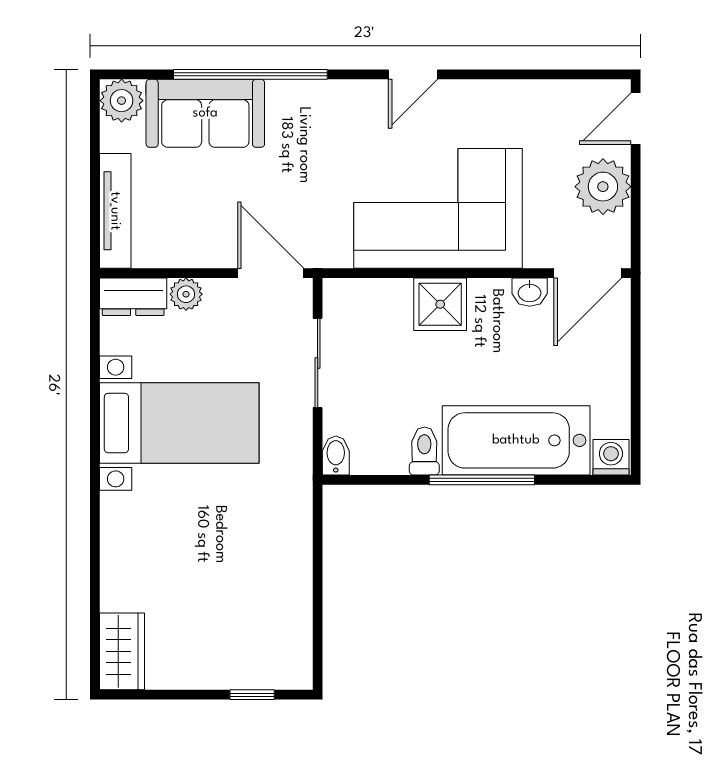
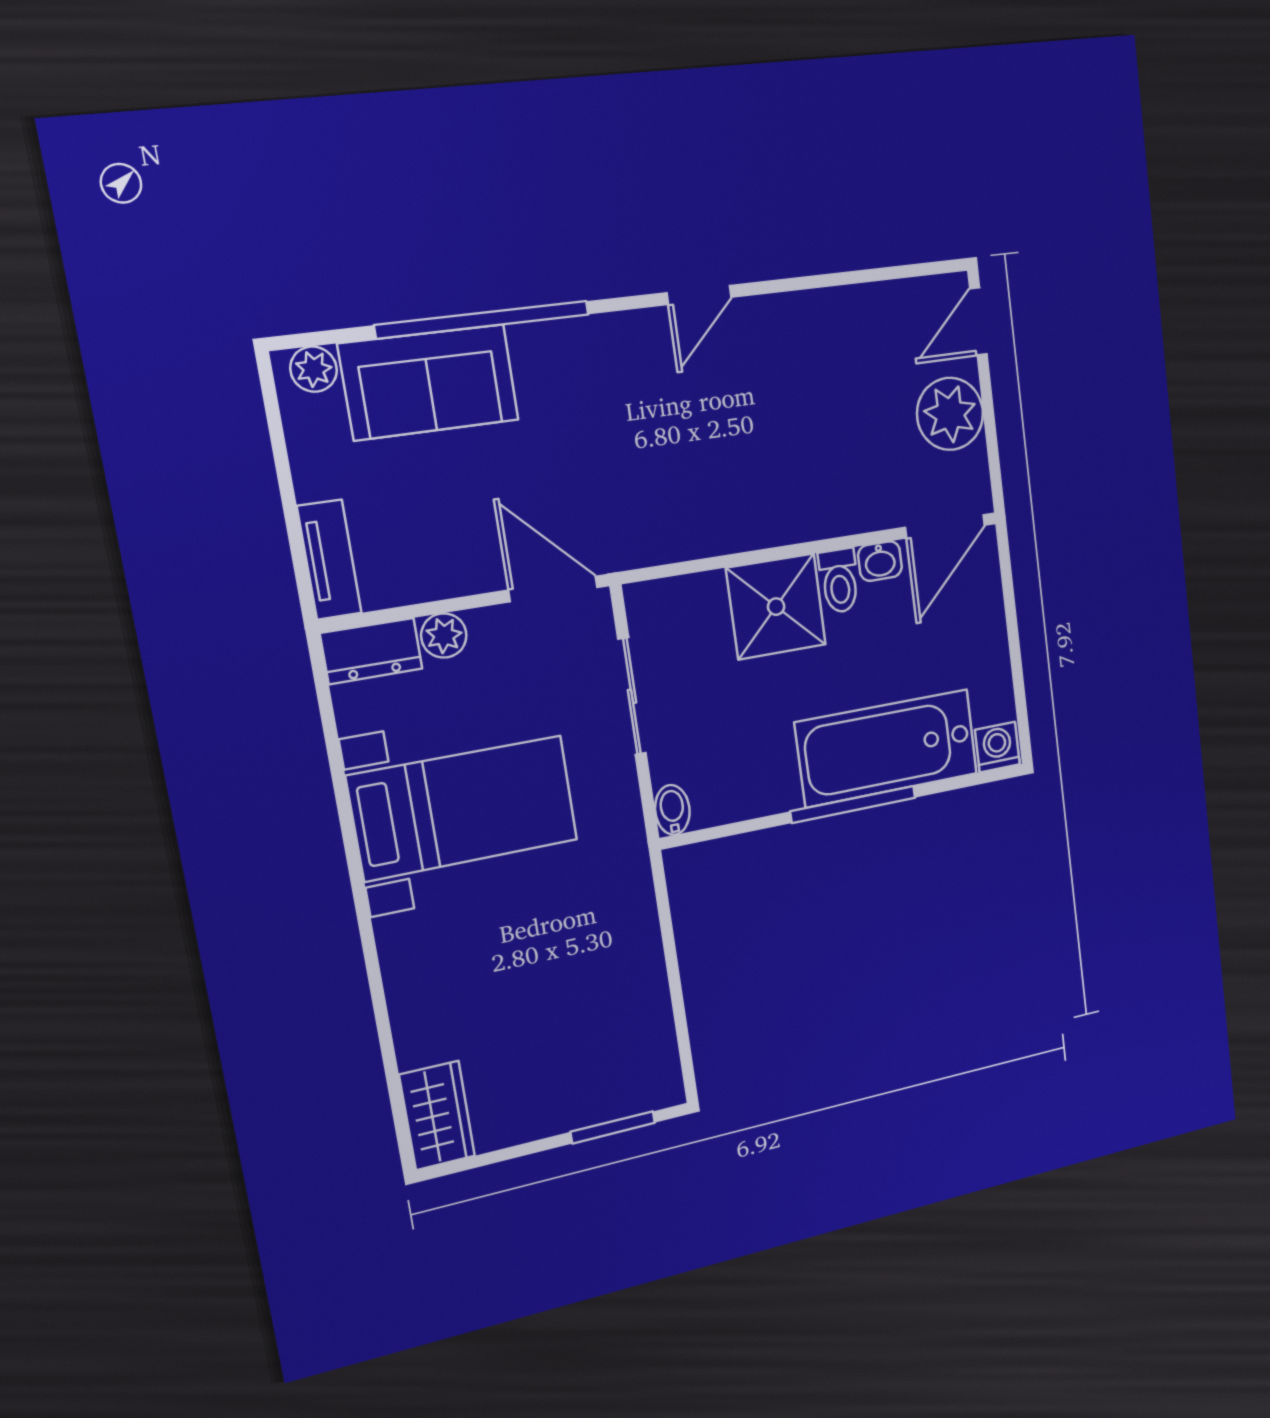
plant: (122, 101) -> (314, 369), width x0.73, depth x0.73
corner sofa: (438, 208) -> (755, 470), removed
tv unit: (115, 211) -> (329, 560), width x0.71
shower: (440, 304) -> (776, 607), width x1.36, depth x1.36
toilet: (424, 451) -> (839, 581), moved, turned 180
window: (252, 695) -> (613, 1127), width x1.50

